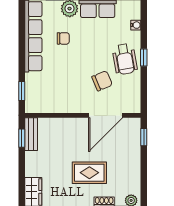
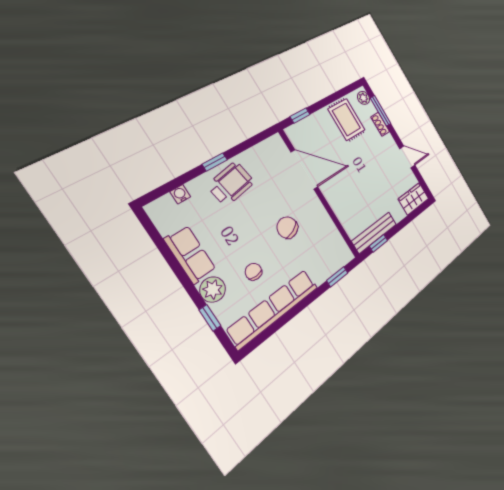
chair: (102, 81) -> (287, 228), moved
bench: (31, 134) -> (374, 233), width x1.36
rug: (89, 173) -> (347, 120), moved

